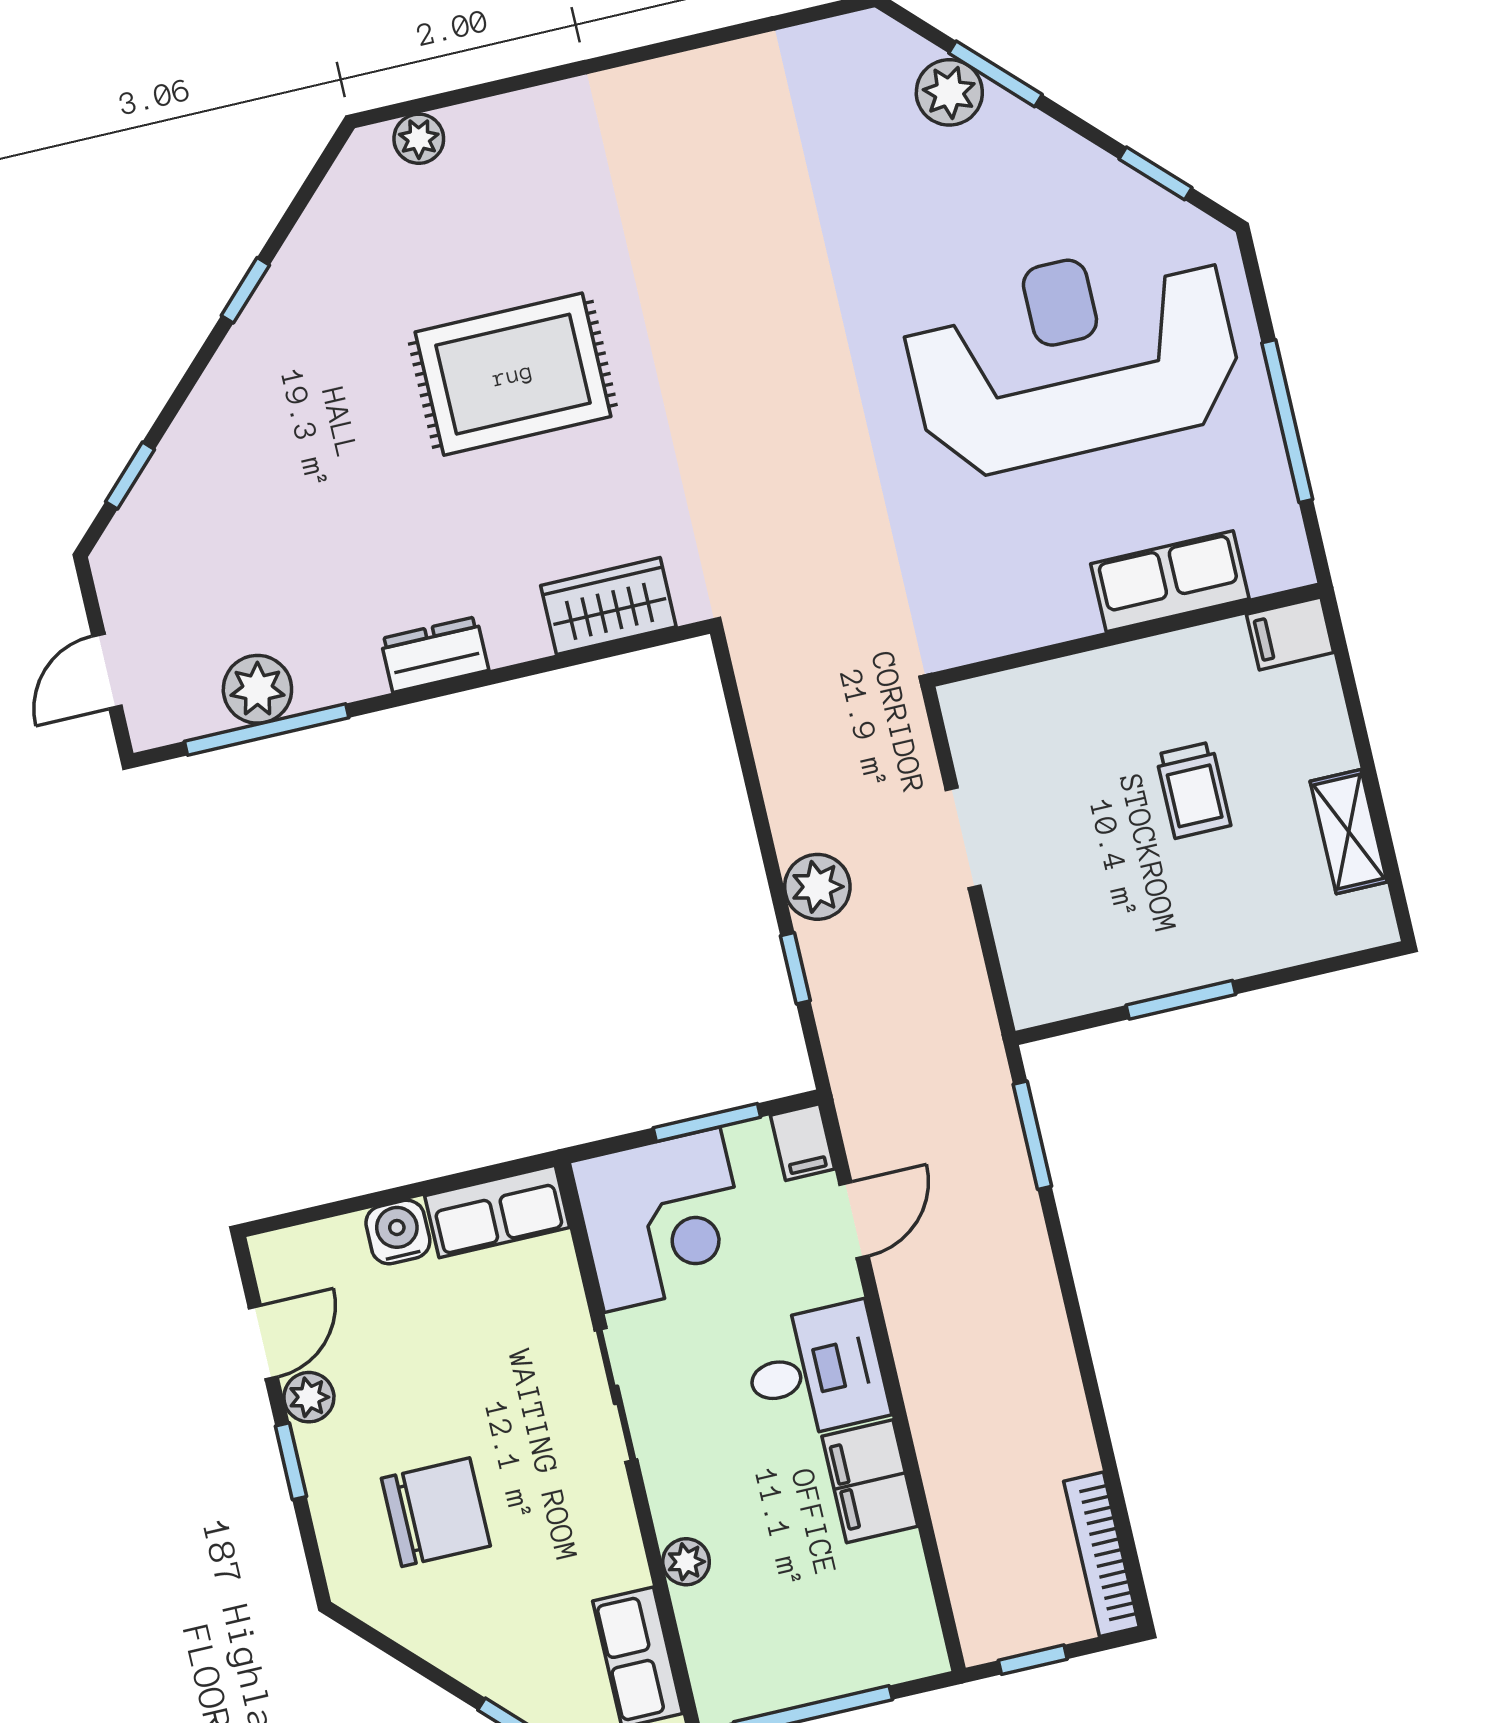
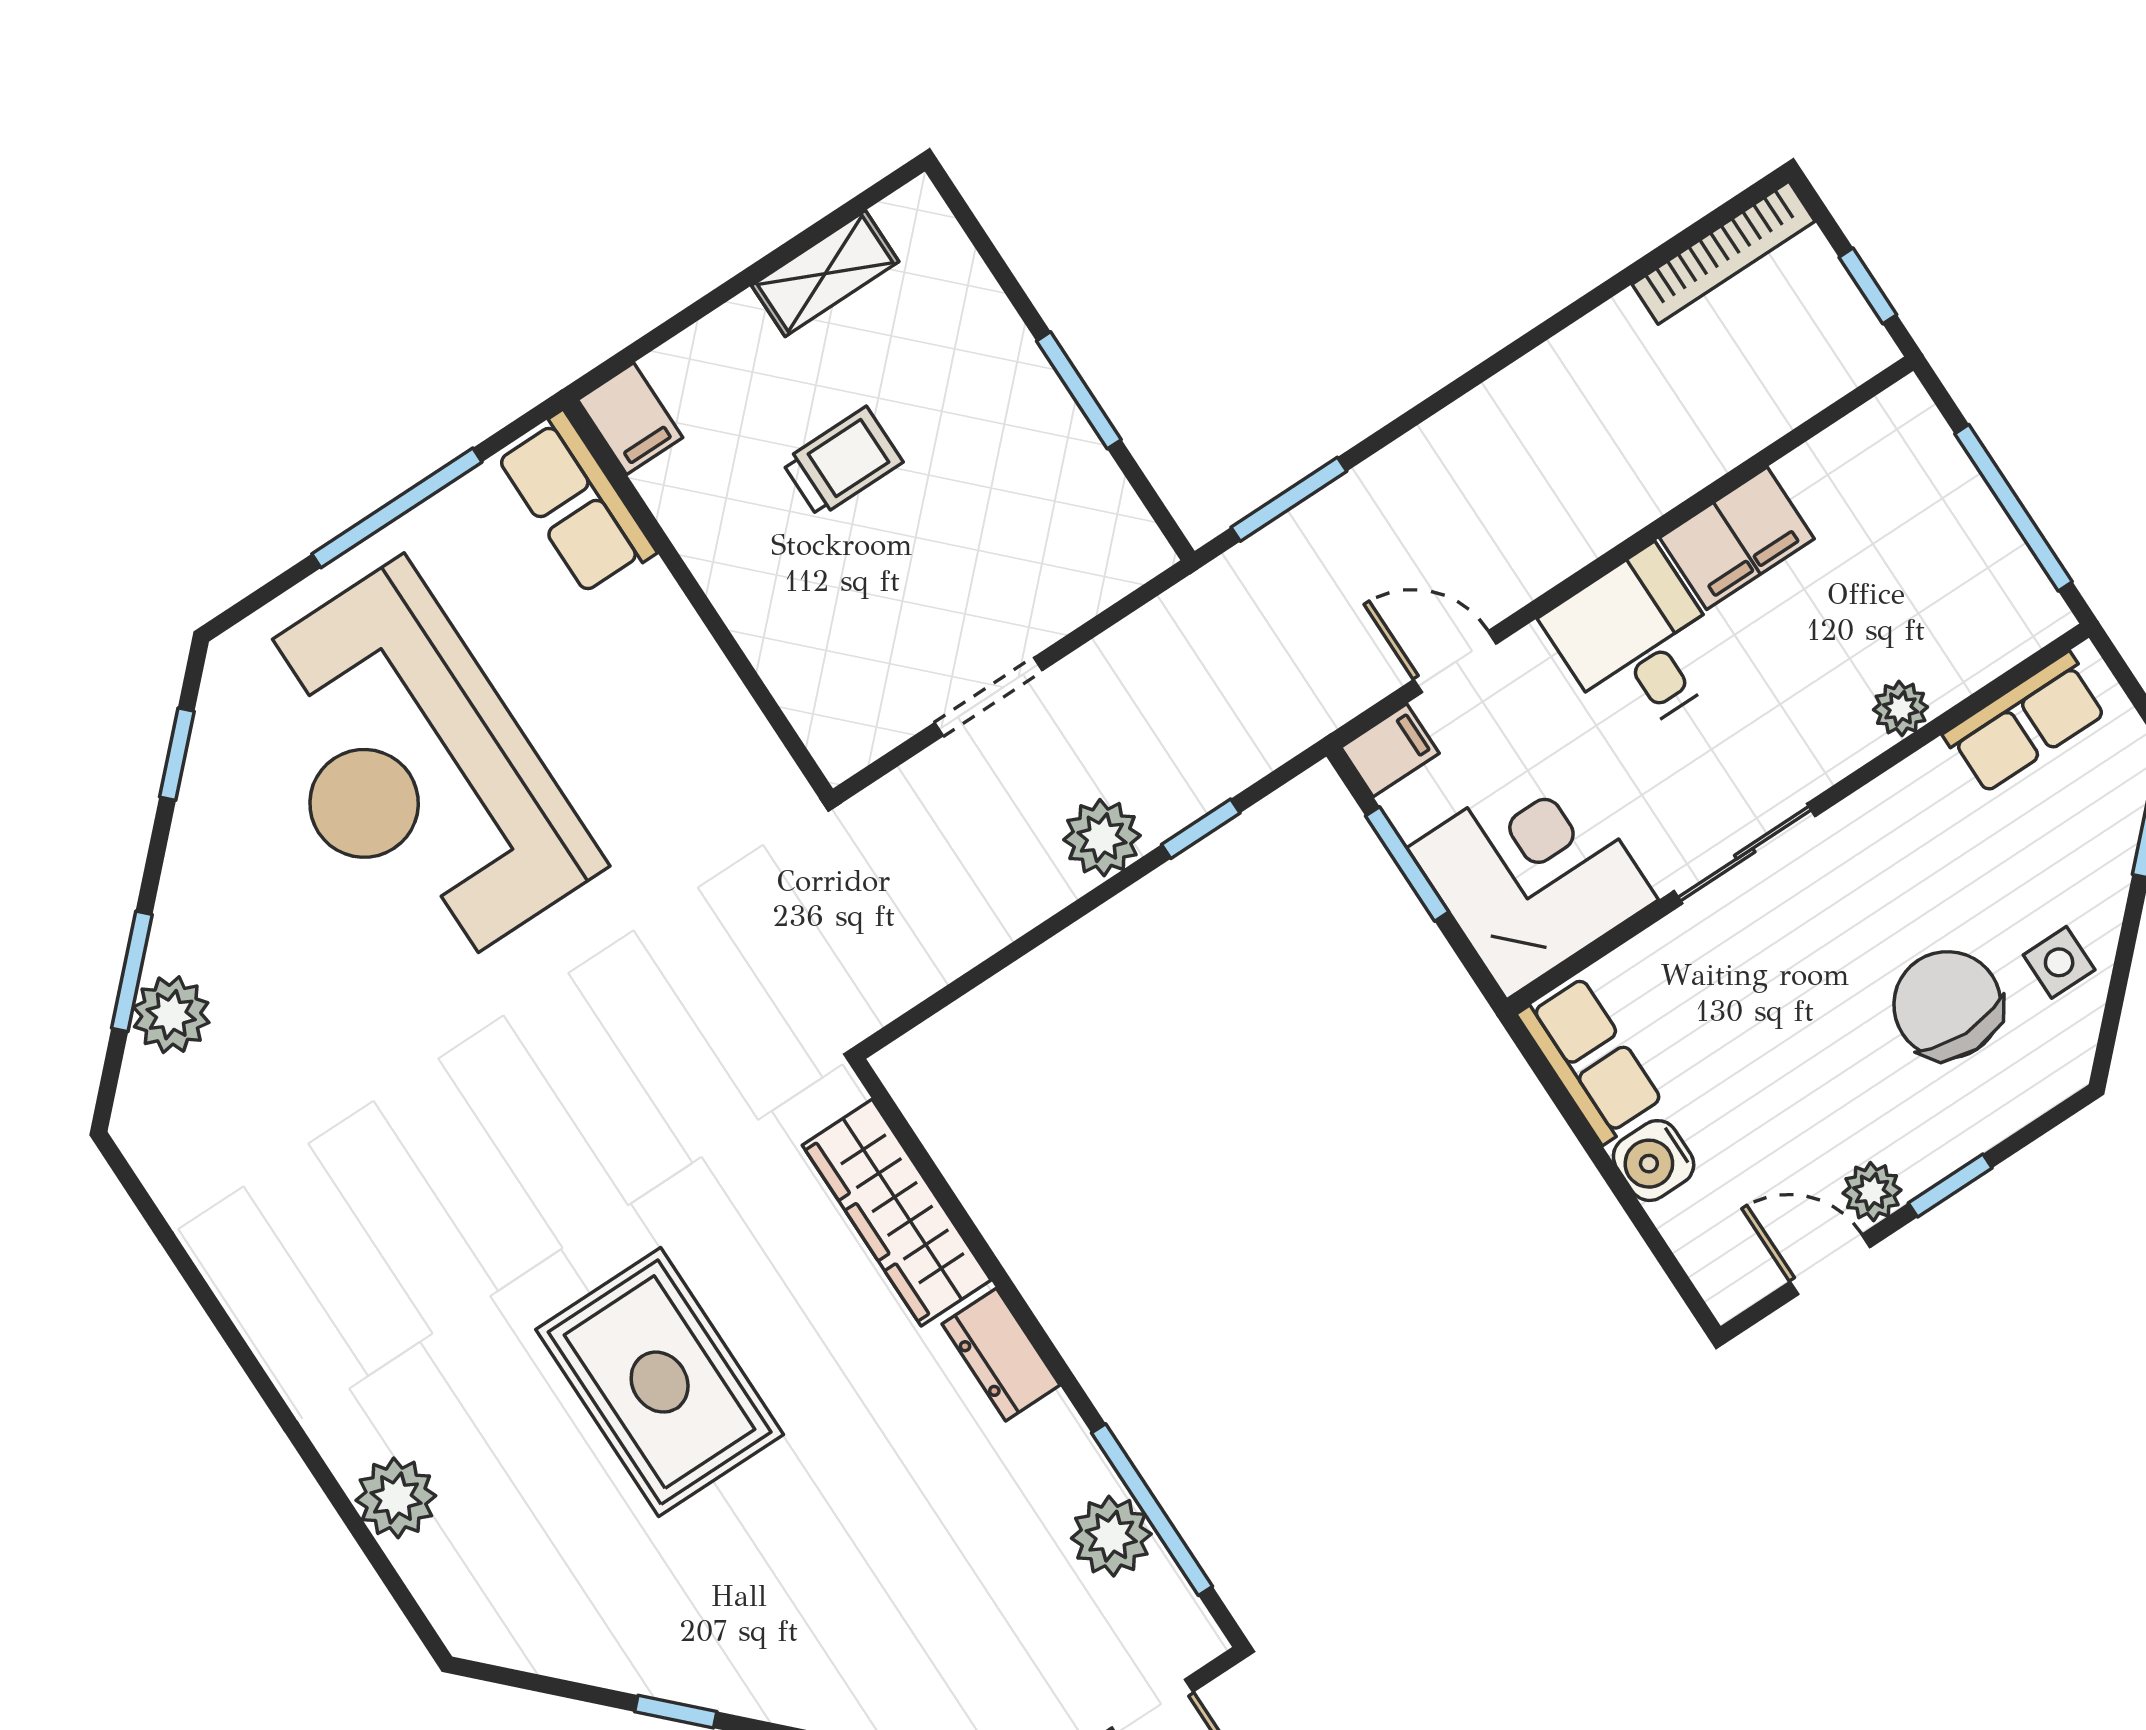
plant: (419, 139) -> (396, 1498), moved, width x1.38, depth x1.38
row of seats: (1170, 581) -> (576, 504), moved
wardrobe: (608, 606) -> (897, 1213), width x1.50
side table: (437, 1614) -> (2059, 962), added

